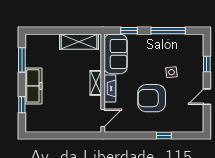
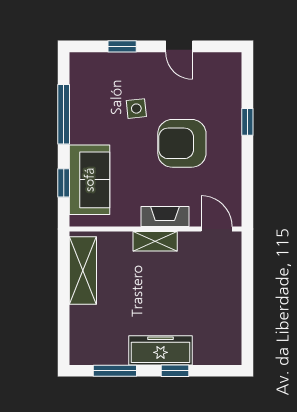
sofa: (116, 54) -> (89, 180), moved, turned 90
armchair: (152, 98) -> (182, 143), turned 90
window: (22, 105) -> (175, 371), moved

